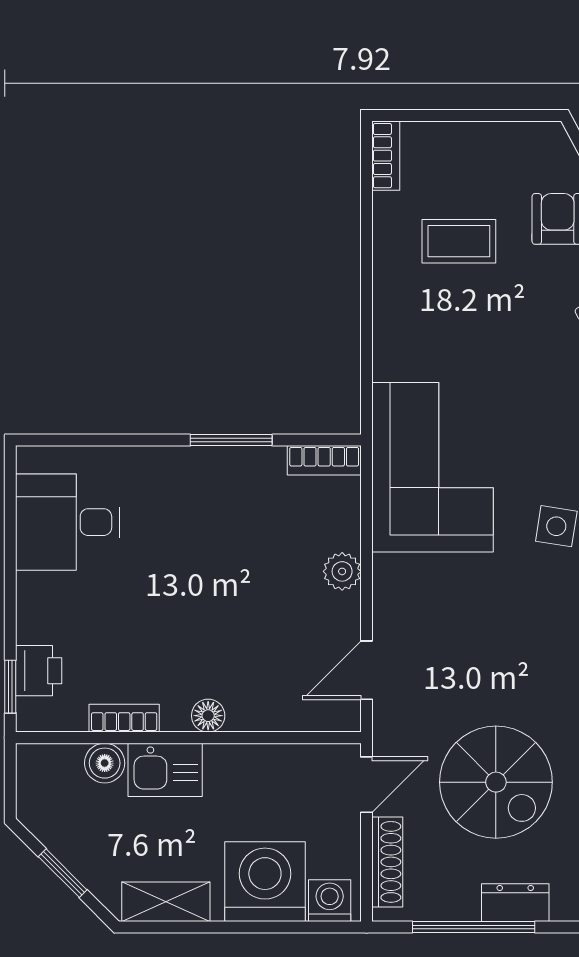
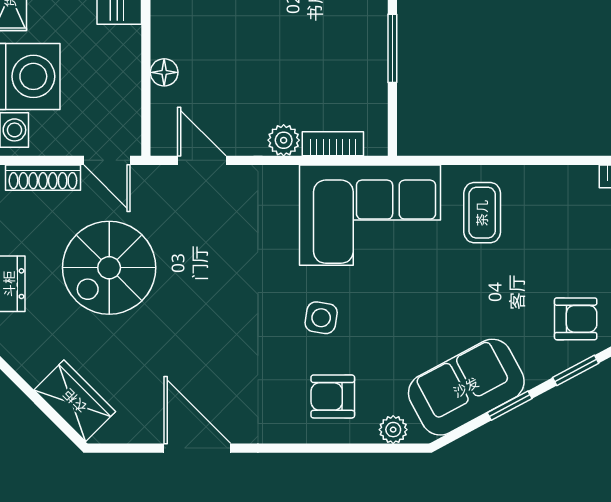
coffee table: (459, 241) -> (482, 213), moved
bookcase: (324, 460) -> (333, 144), moved, turned 90
floor lamp: (208, 716) -> (164, 72), moved

